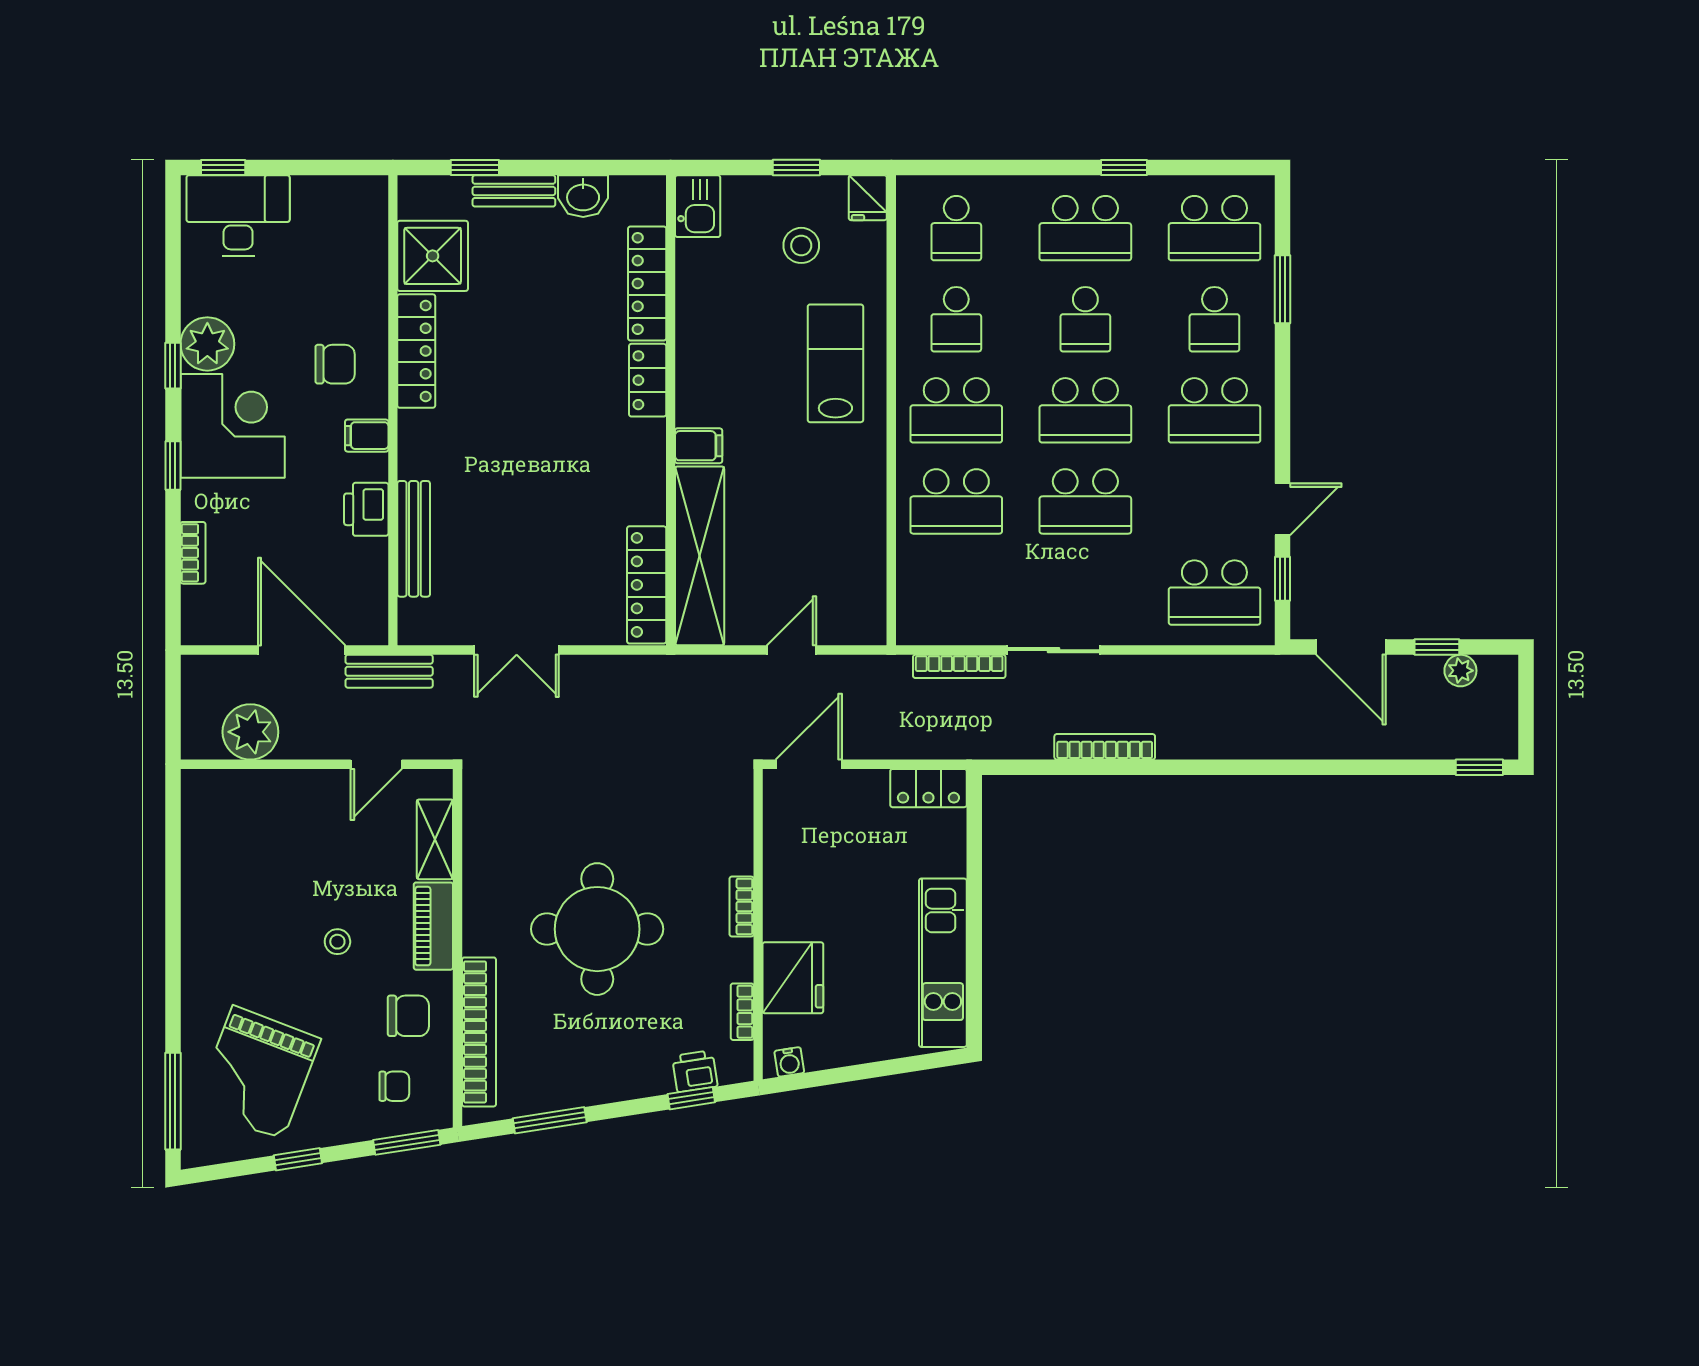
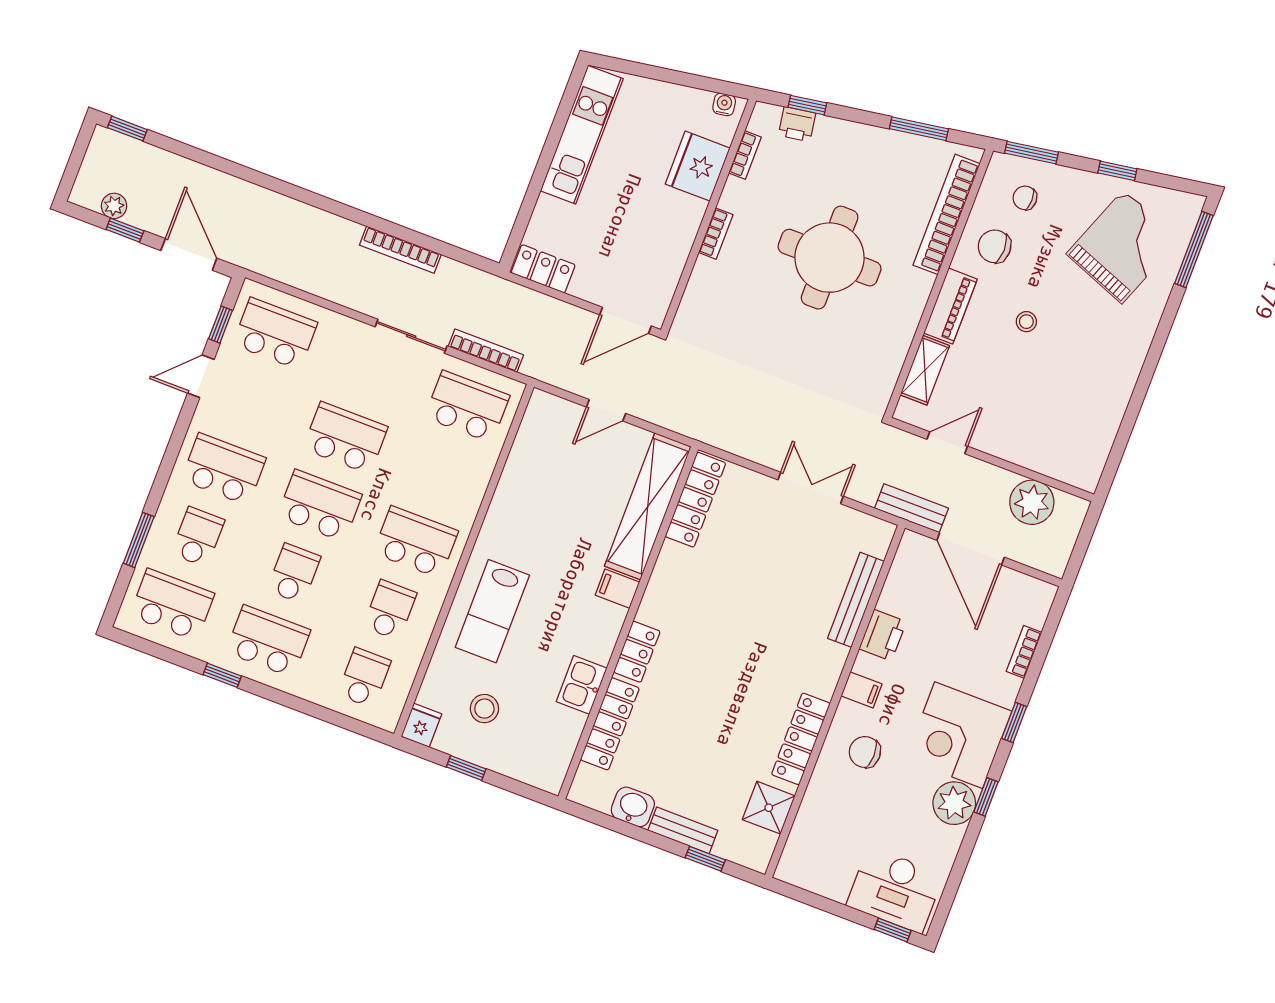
kitchen sink: (698, 206) -> (582, 685), moved
shower: (433, 256) -> (769, 808), width x0.73, depth x0.73
school desk: (956, 501) -> (467, 407), moved

